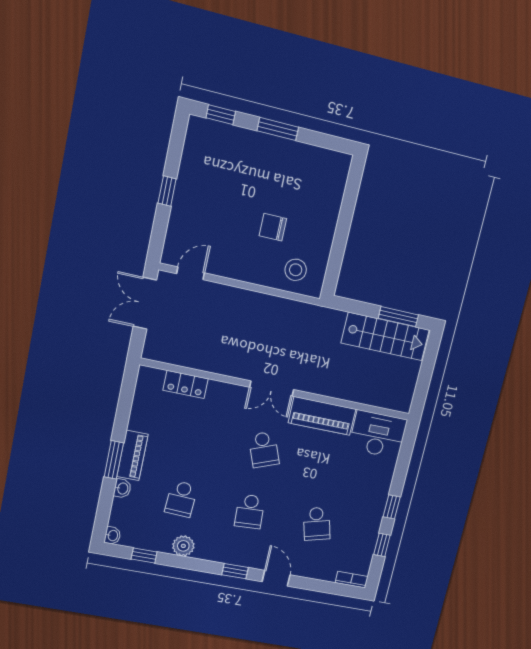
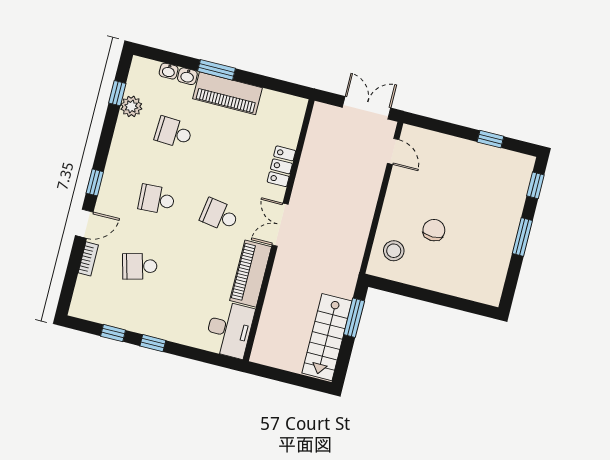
window: (167, 191) -> (490, 139), moved
window: (398, 317) -> (354, 318), moved
locker: (186, 384) -> (281, 166), moved
school desk: (264, 450) -> (219, 215), turned 30
piano: (132, 455) -> (228, 93), width x1.37, depth x1.33
washbasin: (112, 536) -> (169, 71), moved
plant: (183, 546) -> (131, 106), moved
bookcase: (352, 580) -> (88, 259), moved

